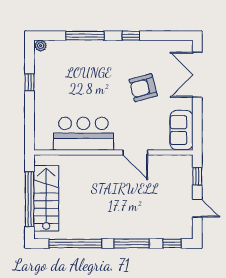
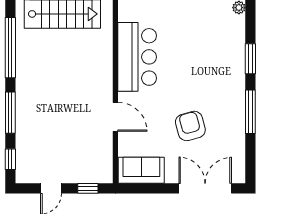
window: (85, 36) -> (250, 59), width x0.69
window: (131, 36) -> (250, 112), width x2.17
door: (135, 152) -> (115, 117), swing flipped

